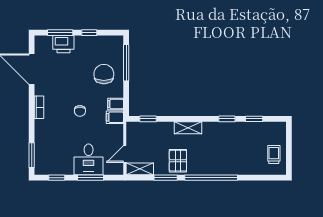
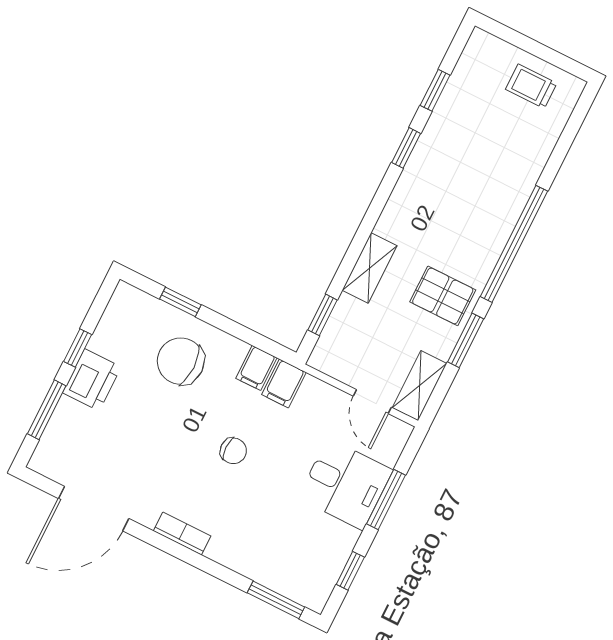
printer: (63, 44) -> (92, 380), moved
window: (126, 63) -> (180, 302), width x0.46
shelving: (188, 128) -> (370, 268), moved

